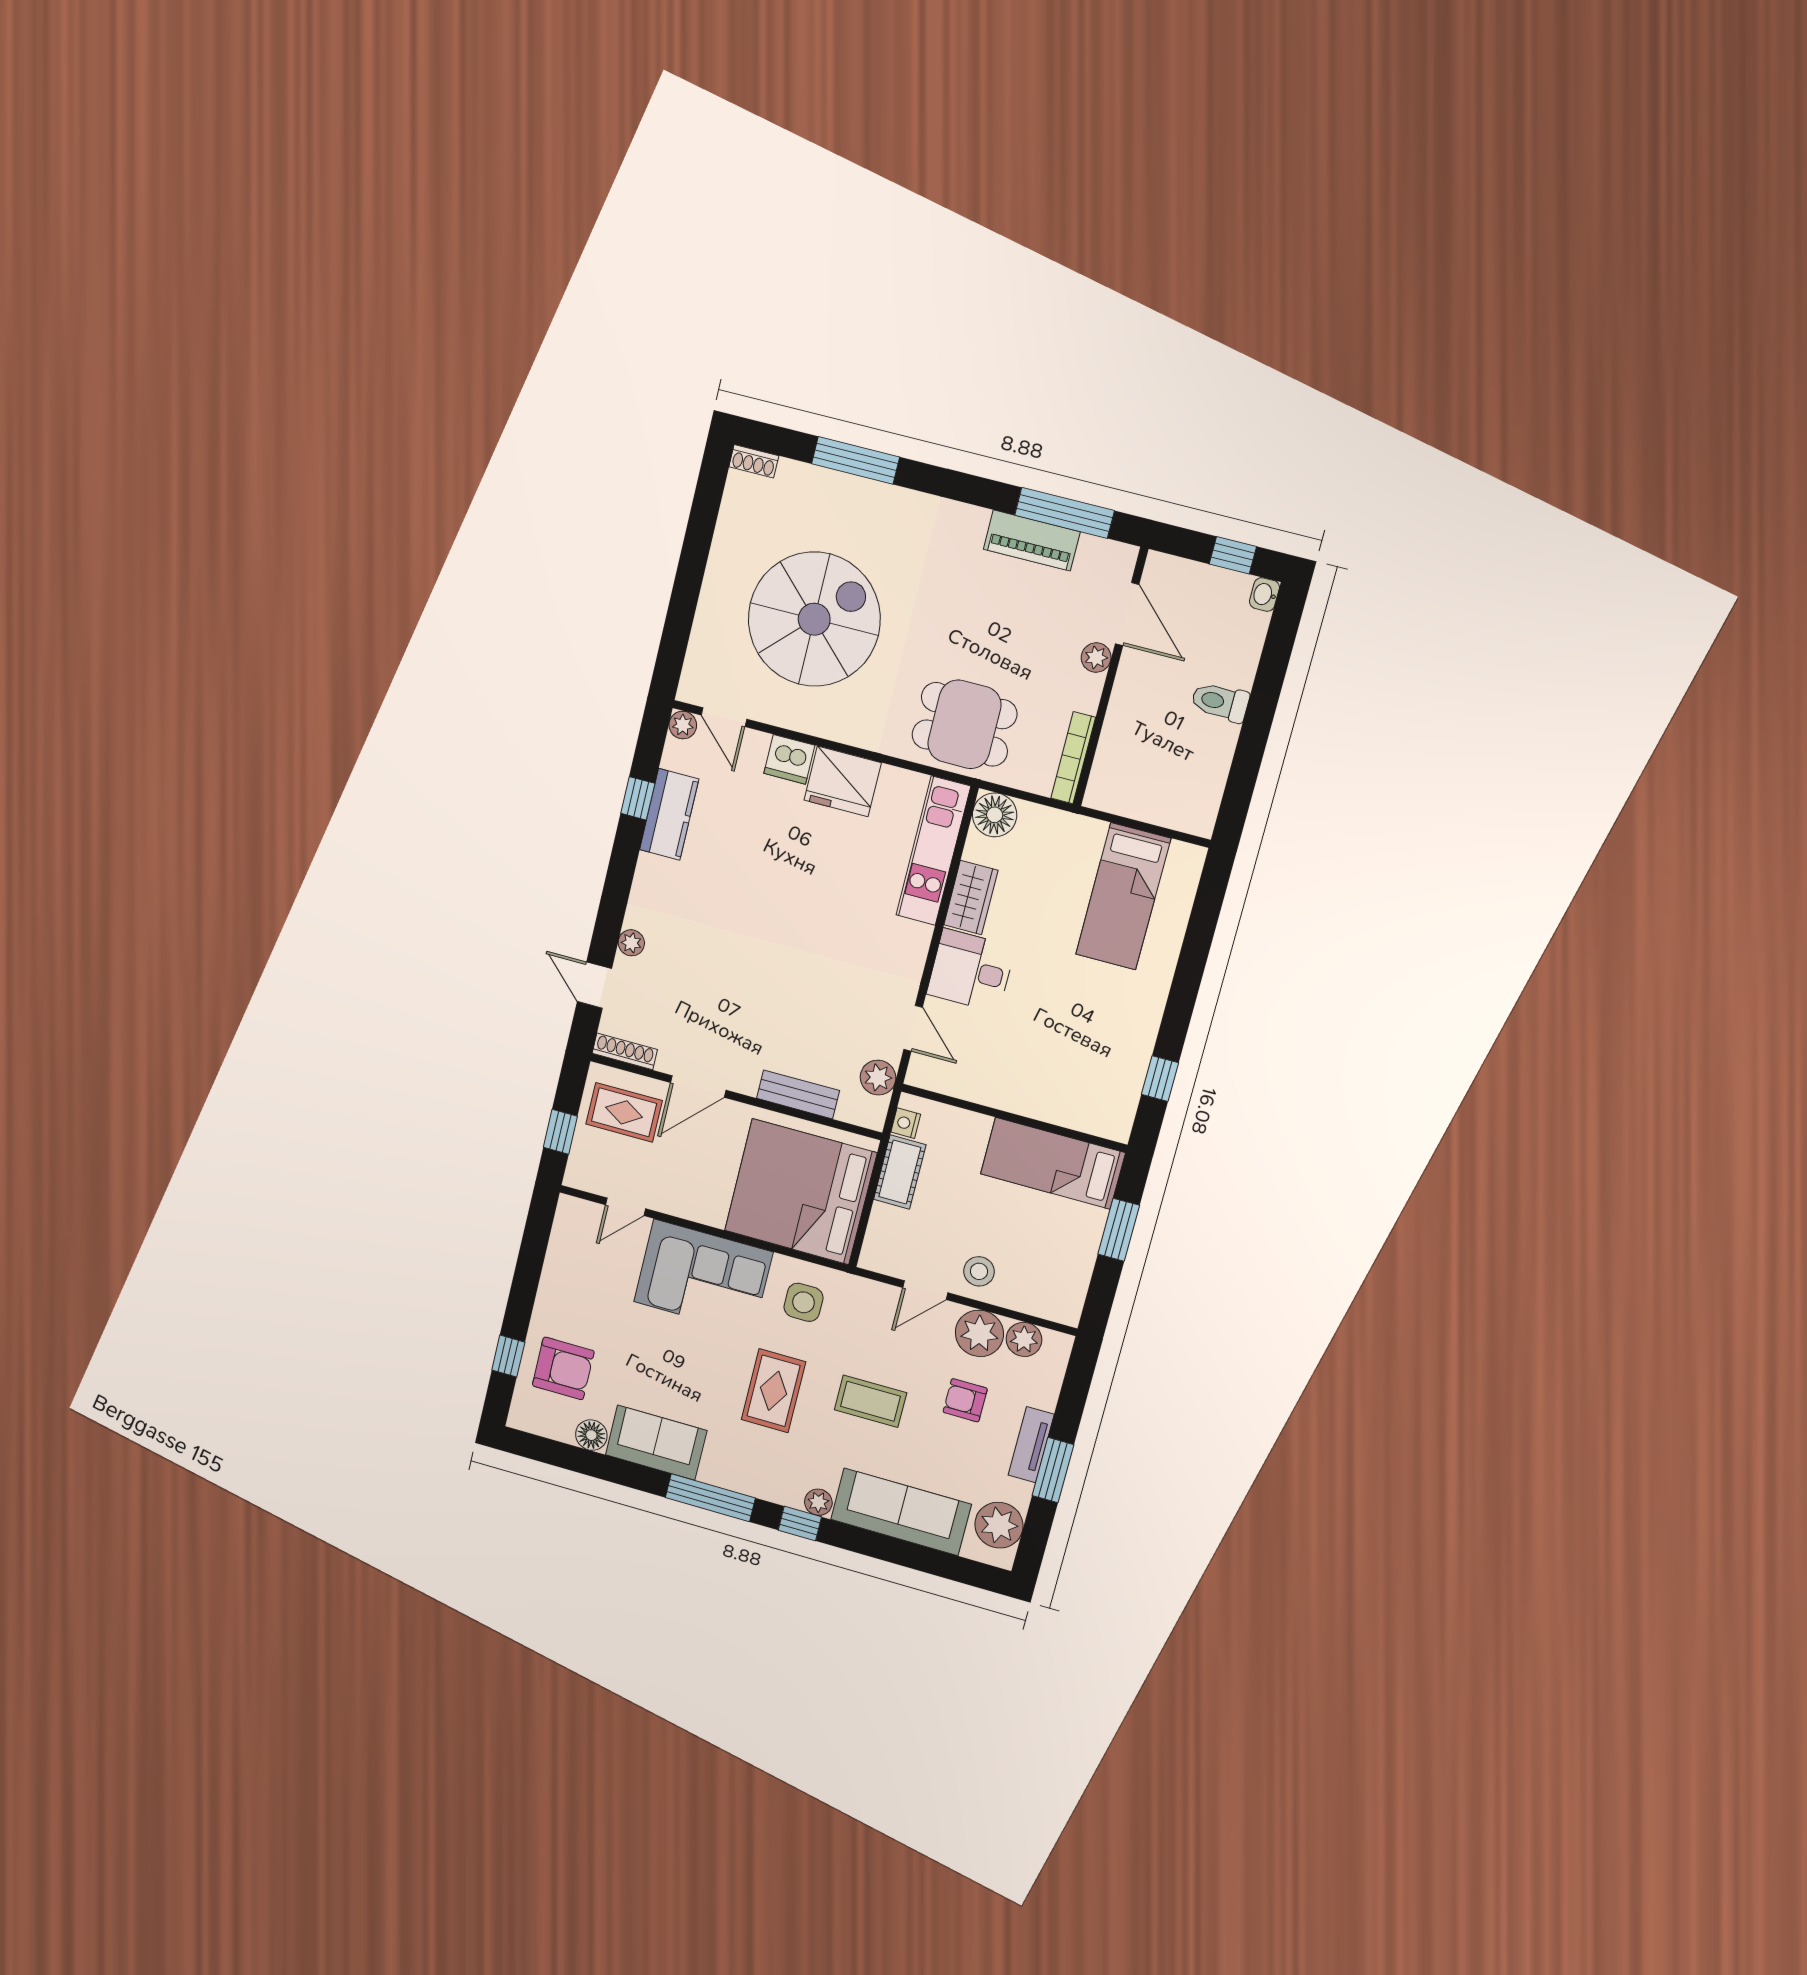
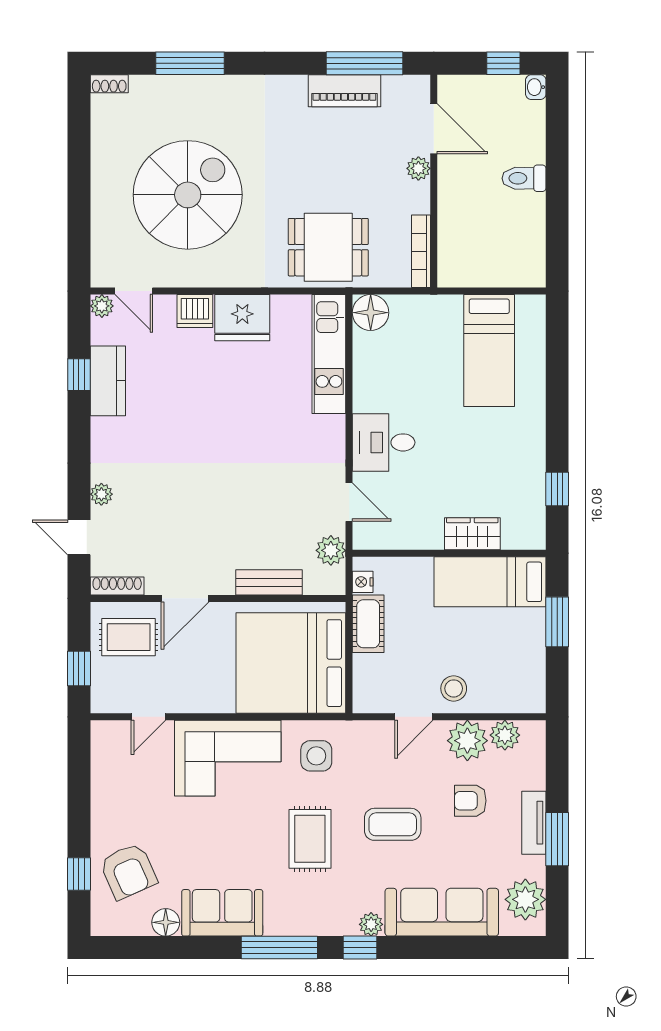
wardrobe: (971, 898) -> (472, 534), moved, turned -90
armchair: (563, 1368) -> (128, 871), turned 66

